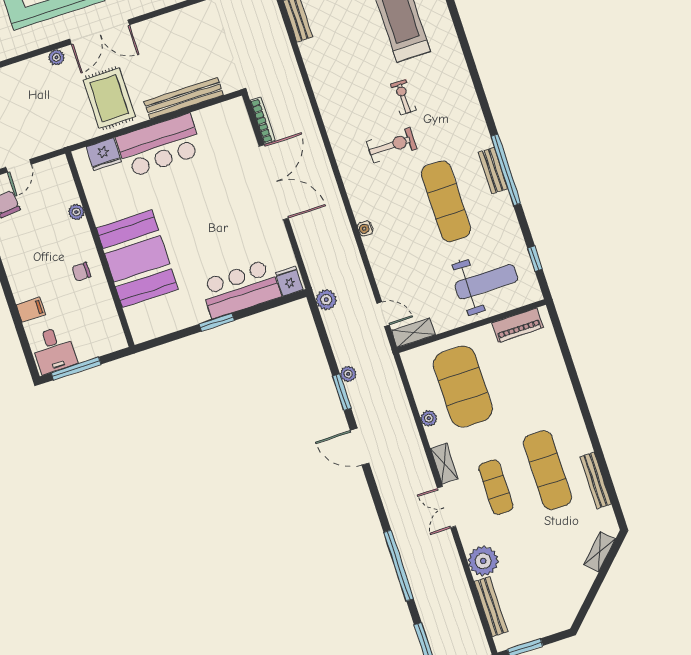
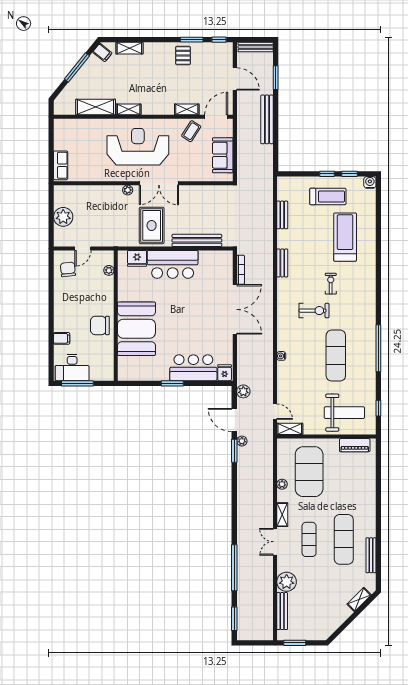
bench: (493, 171) -> (282, 263), moved
plant: (76, 212) -> (109, 270), moved
chair: (81, 272) -> (100, 325), width x1.87, depth x1.87
desk: (54, 350) -> (72, 368), width x1.37
door: (360, 447) -> (234, 420), moved

